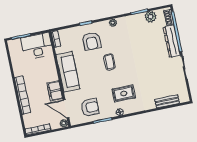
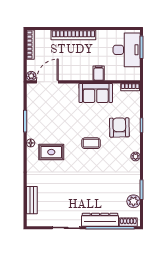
armchair: (92, 41) -> (119, 127), turned 89
desk: (37, 46) -> (127, 50), moved
sofa: (68, 72) -> (96, 93), width x0.73
filing cabinet: (55, 91) -> (99, 73), moved, width x0.50
rug: (124, 93) -> (51, 152), turned 90
armchair: (90, 107) -> (43, 110), removed

